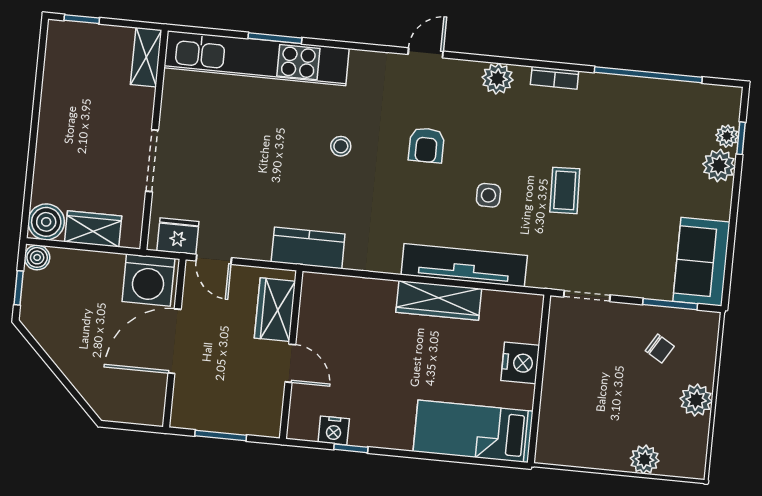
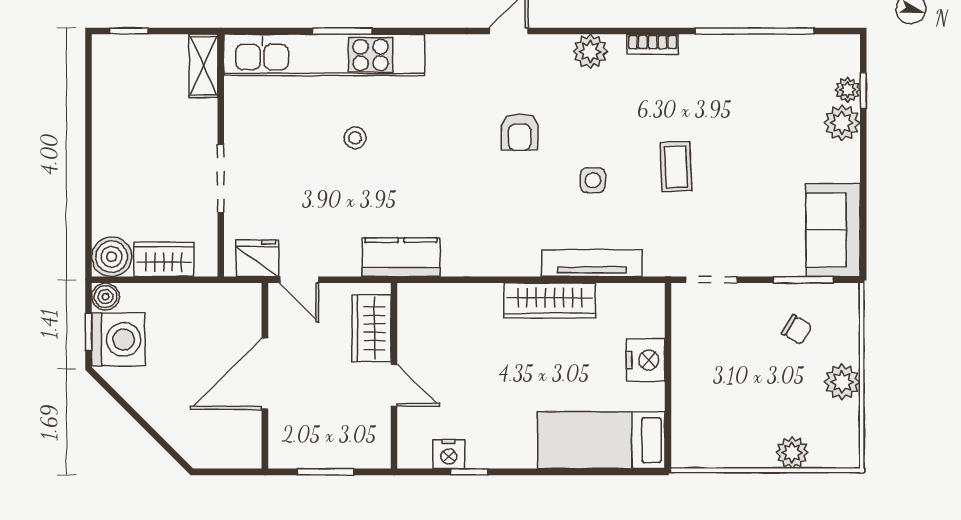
stool: (341, 146) -> (355, 138), moved
tv unit: (464, 265) -> (592, 263), width x0.73, depth x0.78
washing machine: (148, 280) -> (118, 339), moved, turned -90

